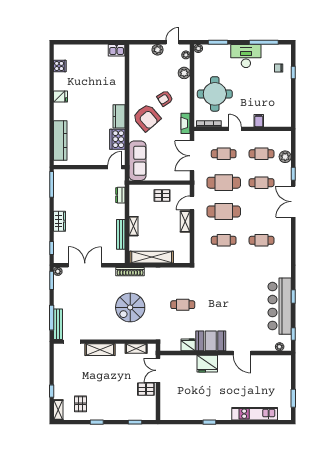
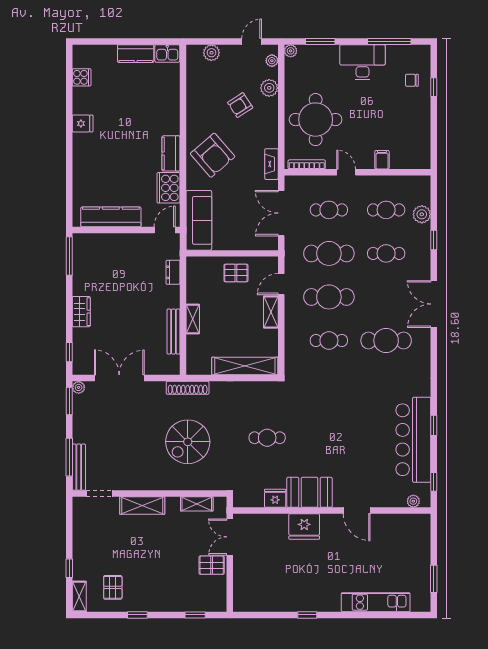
kitchen counter: (96, 50) -> (136, 54), added
plant: (158, 50) -> (211, 53), moved
armchair: (165, 98) -> (240, 105), moved
kitchen counter: (60, 141) -> (111, 217), moved, turned -90
double door: (293, 202) -> (434, 304), moved
cafe table: (262, 240) -> (386, 341), width x1.37, depth x1.35
shelving: (152, 257) -> (245, 366), moved

